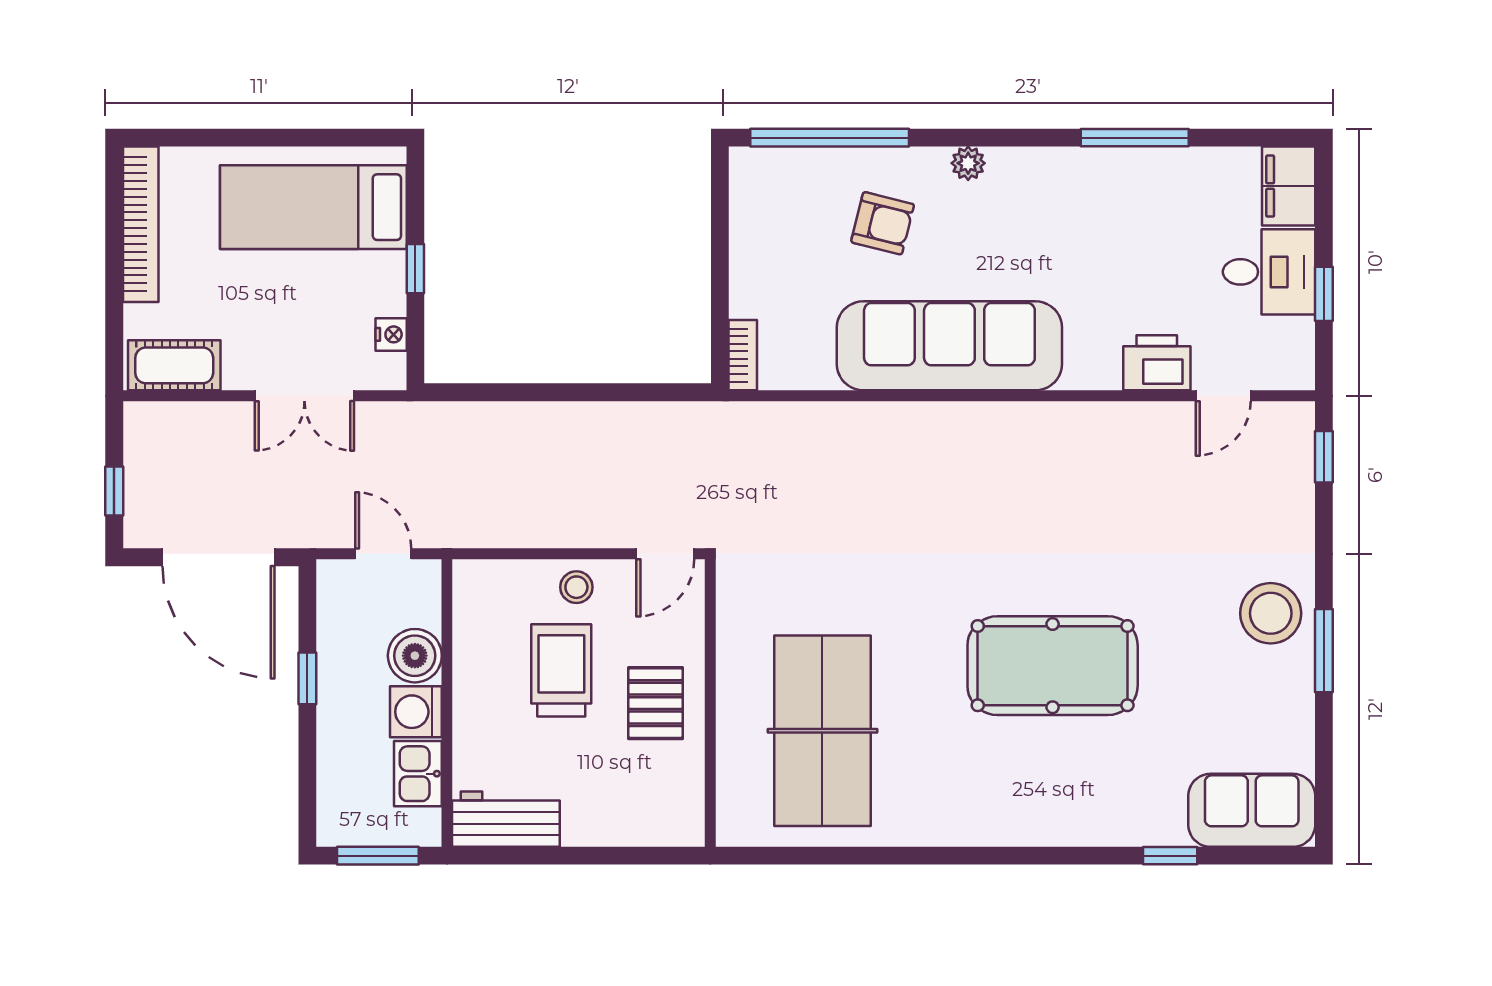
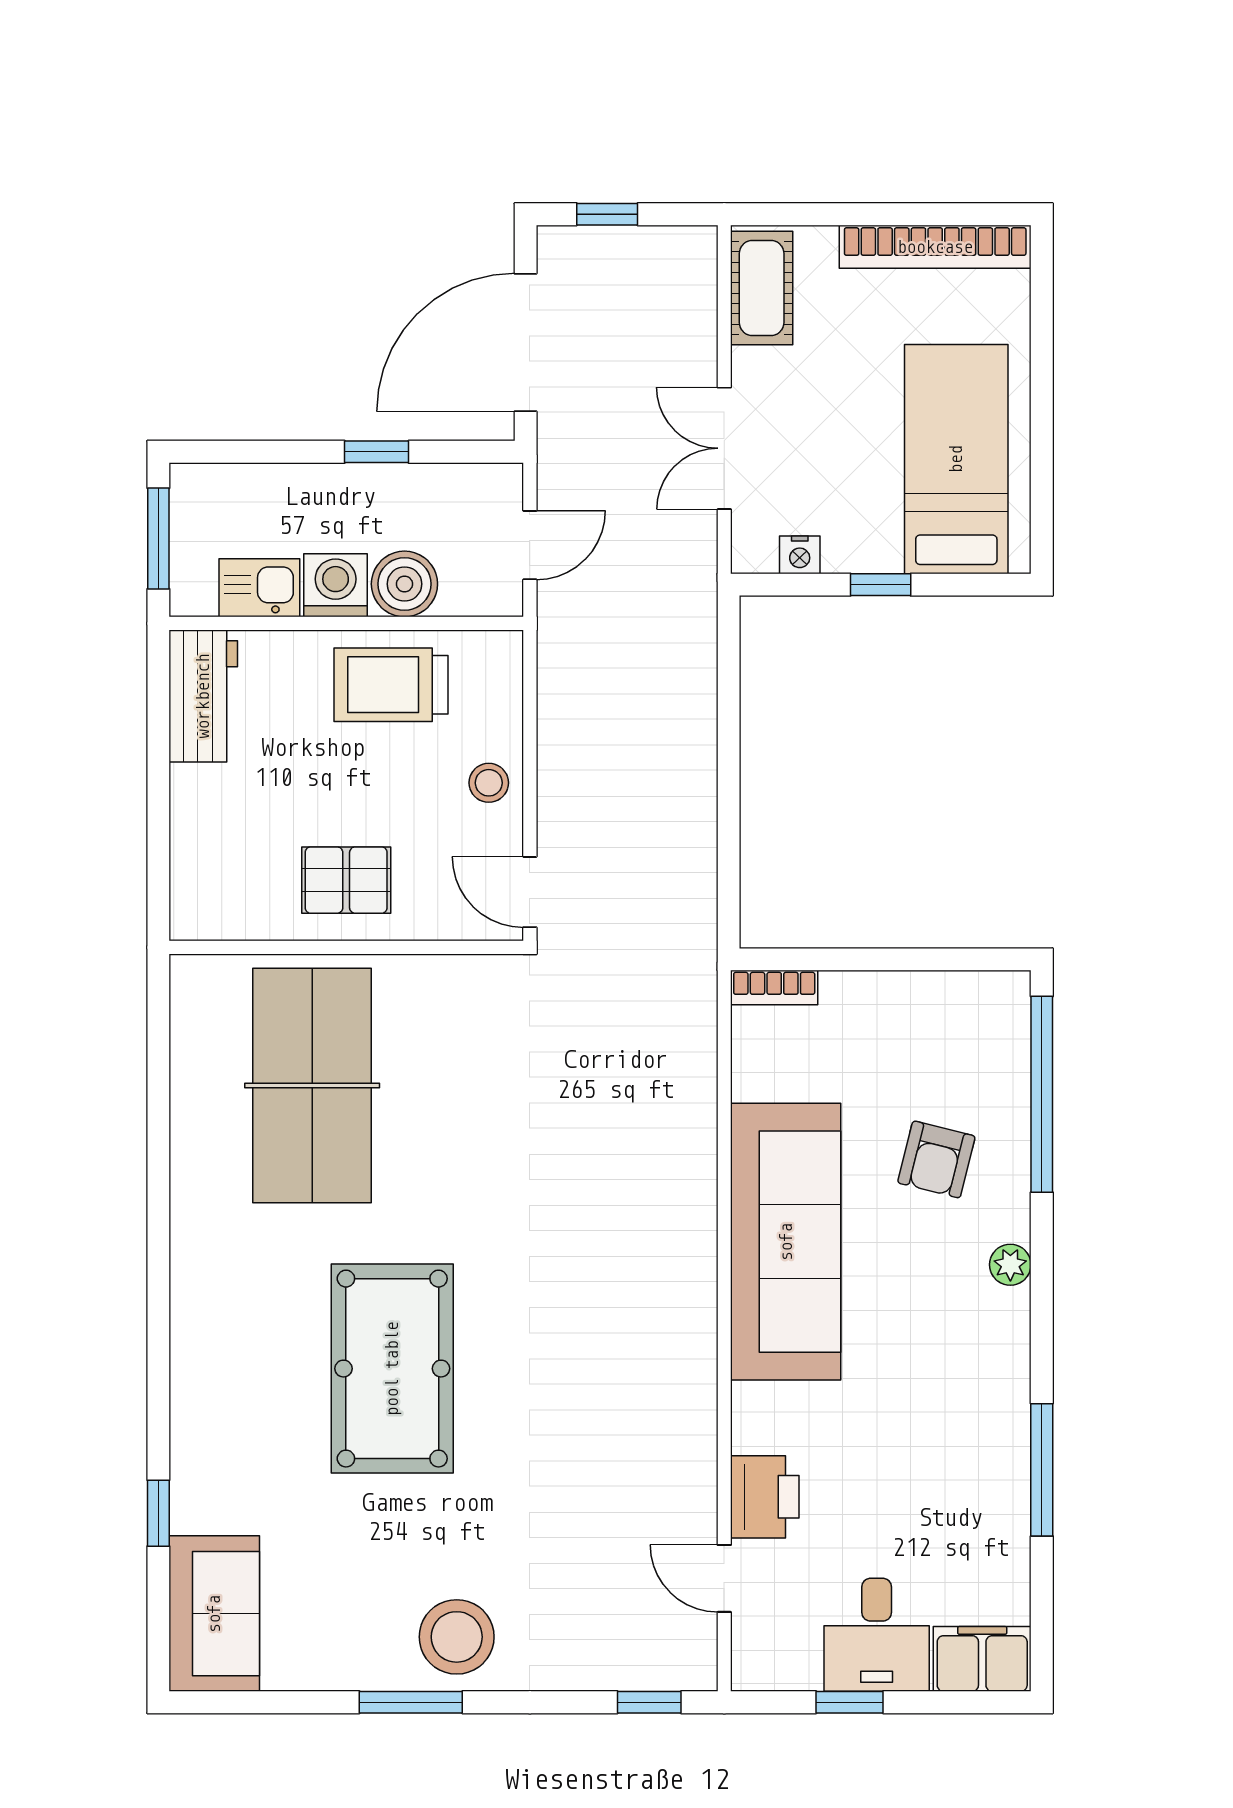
trolley: (561, 670) -> (391, 685), moved, turned 180
table tennis table: (822, 731) -> (312, 1086), turned 90

